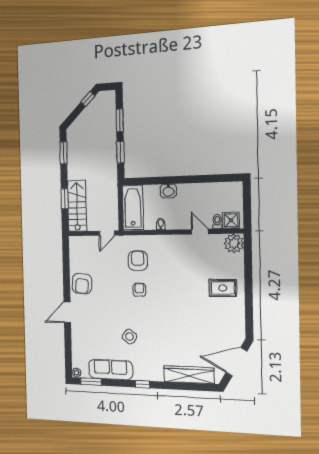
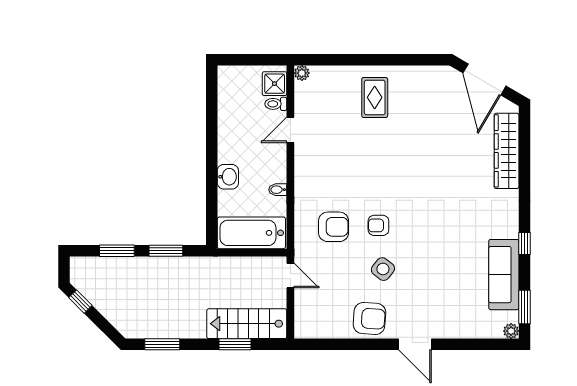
plant: (234, 243) -> (302, 73), width x0.53, depth x0.53
armchair: (138, 261) -> (334, 227), turned 180
side table: (129, 337) -> (383, 269), moved
window: (143, 384) -> (524, 243), moved

